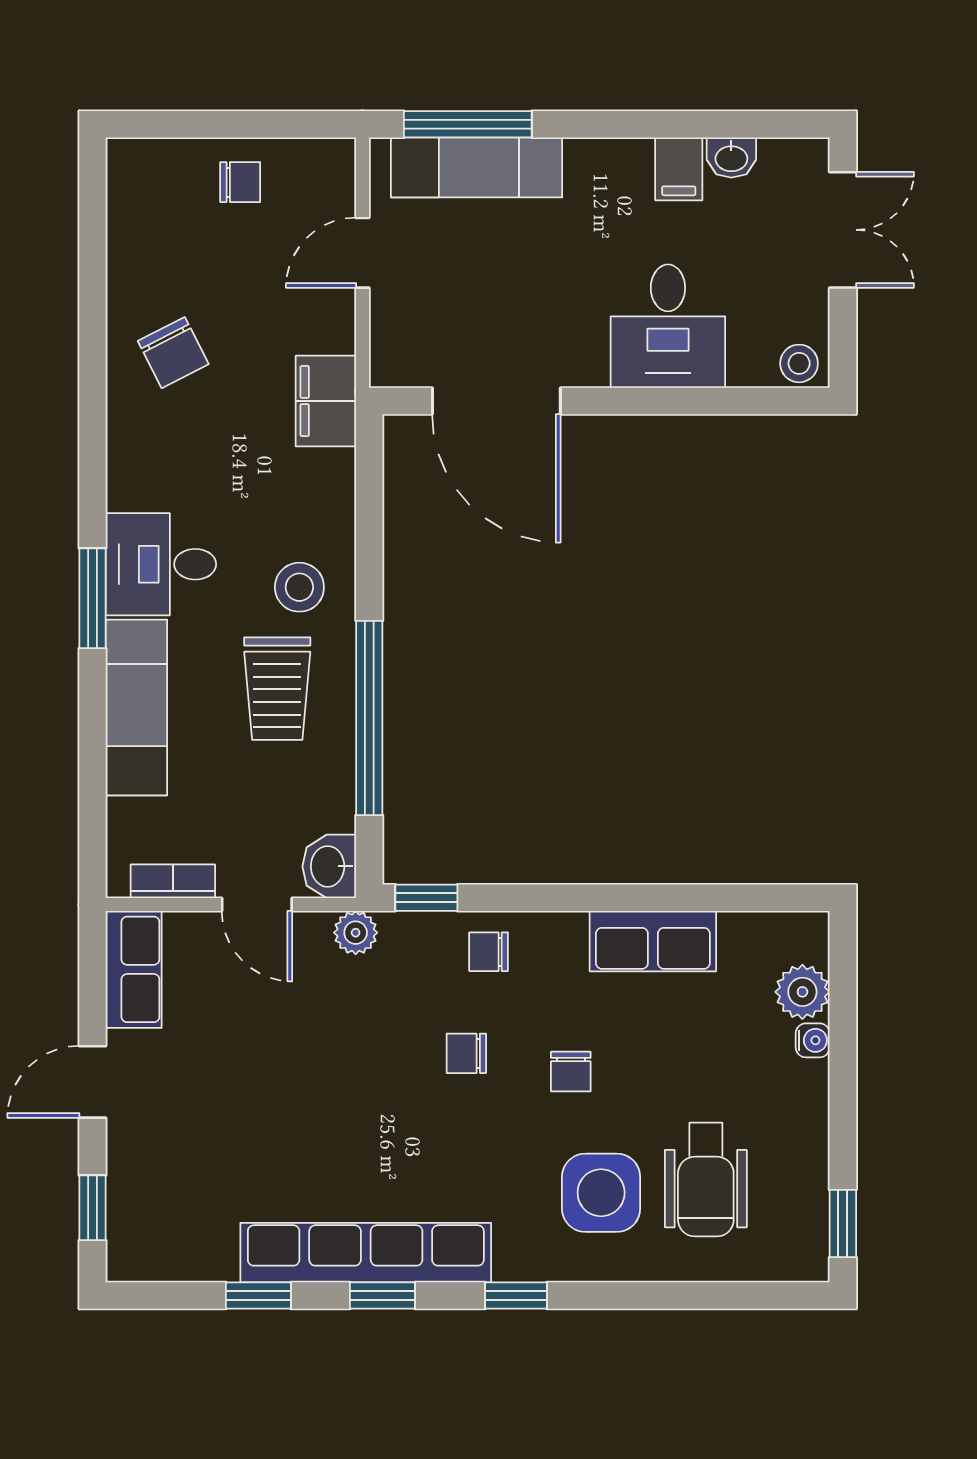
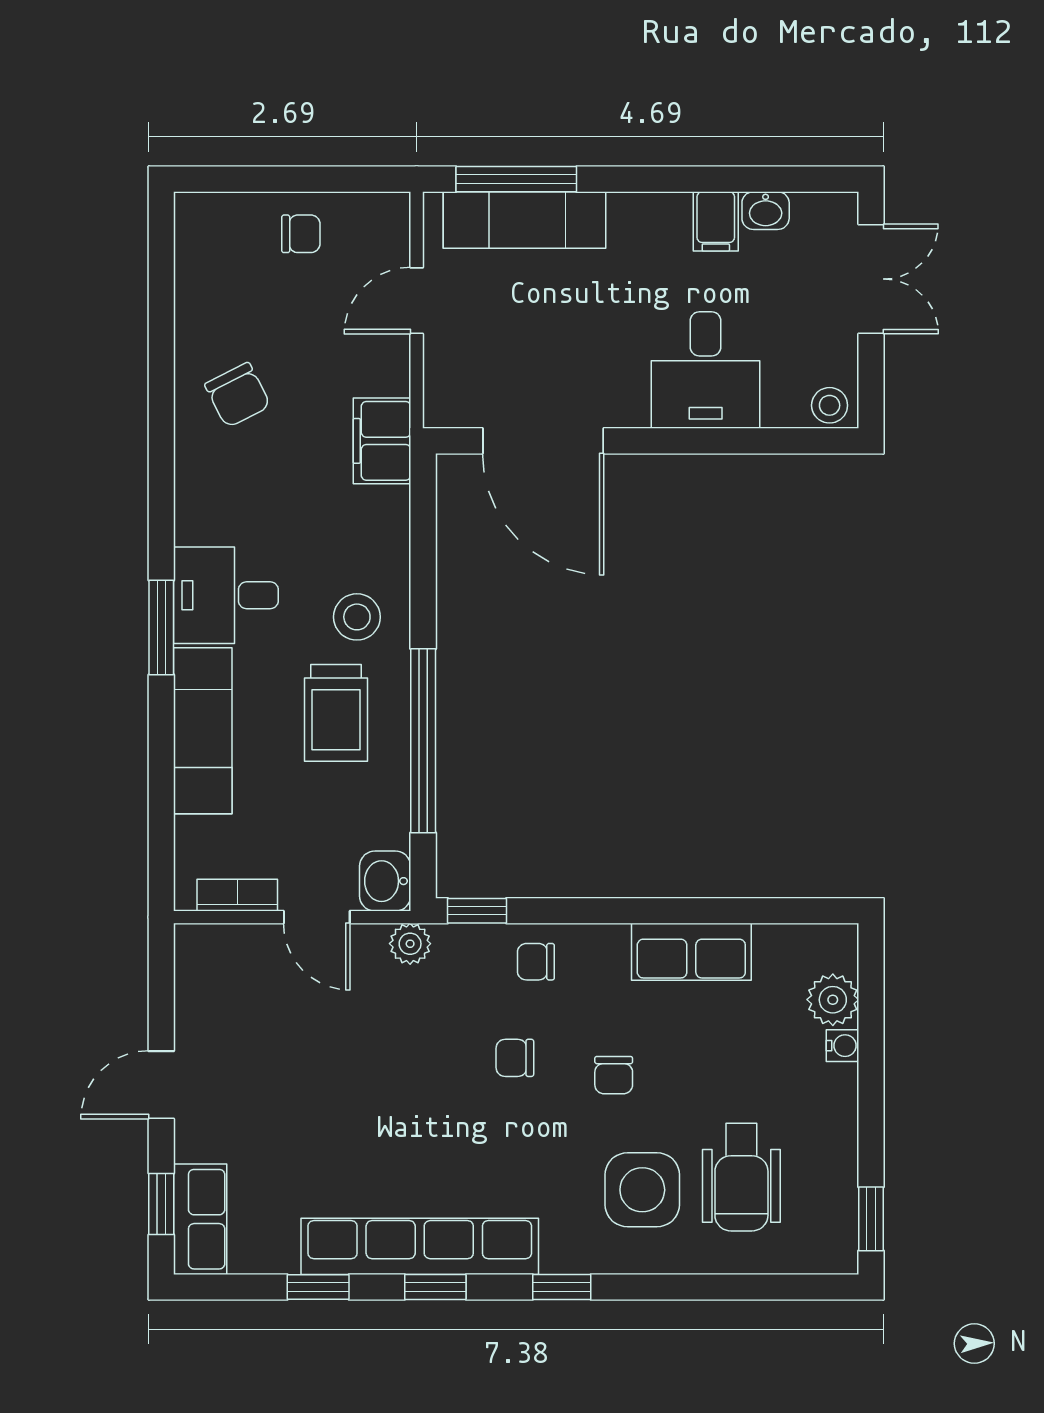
row of seats: (134, 969) -> (200, 1219), moved

